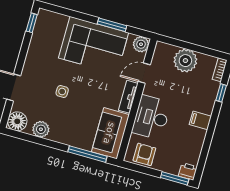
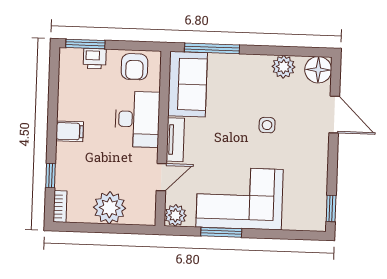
printer: (188, 171) -> (95, 59), moved

